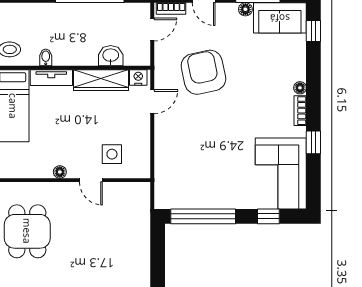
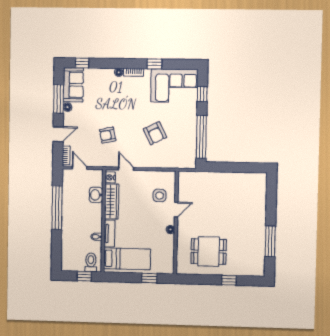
armchair: (203, 72) -> (108, 135), width x0.53, depth x0.53
armchair: (208, 145) -> (155, 133), added

